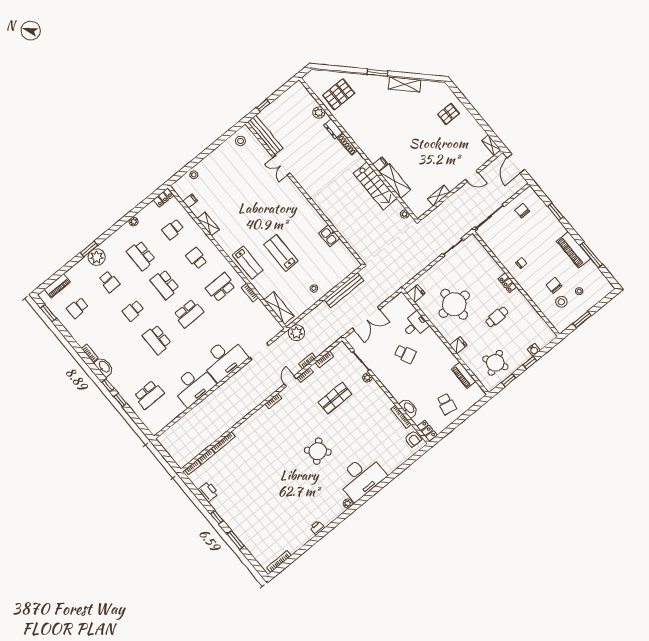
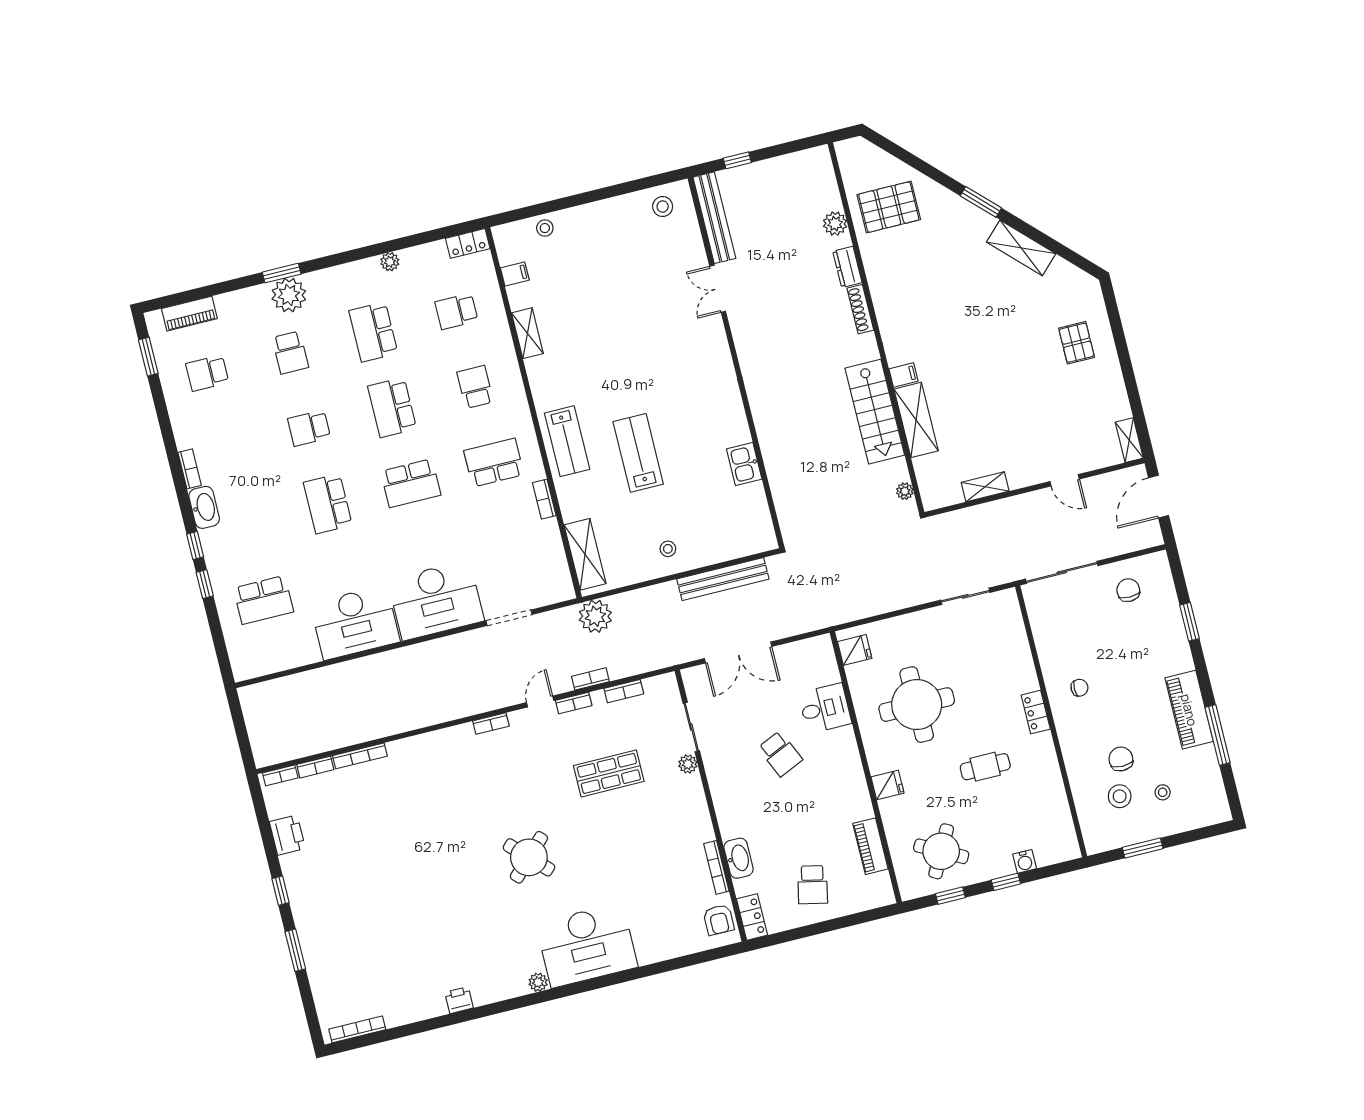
pallet: (448, 114) -> (1077, 343), turned 90
round table: (495, 363) -> (941, 851), turned -34

